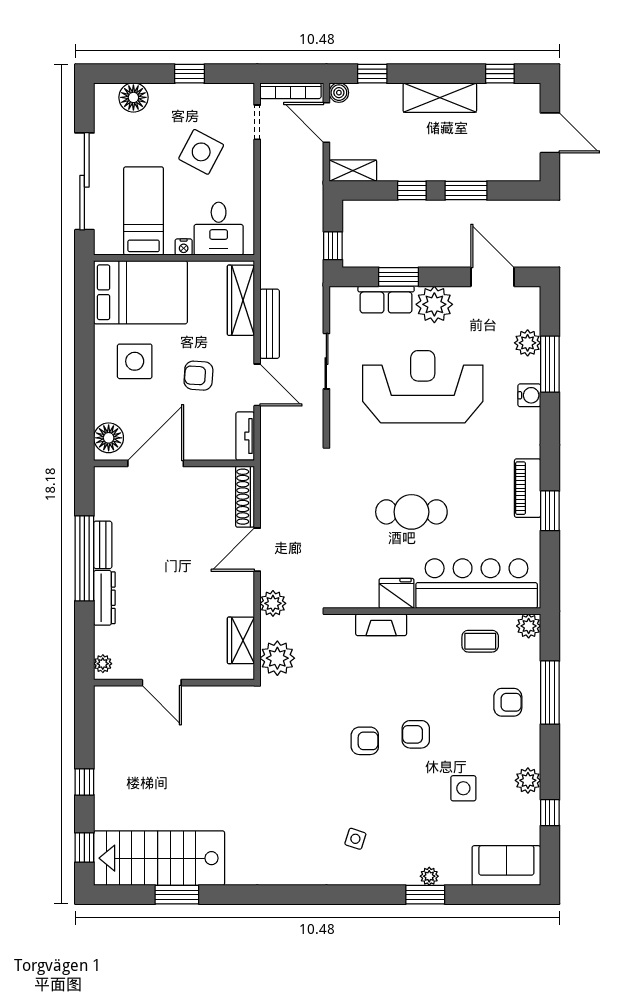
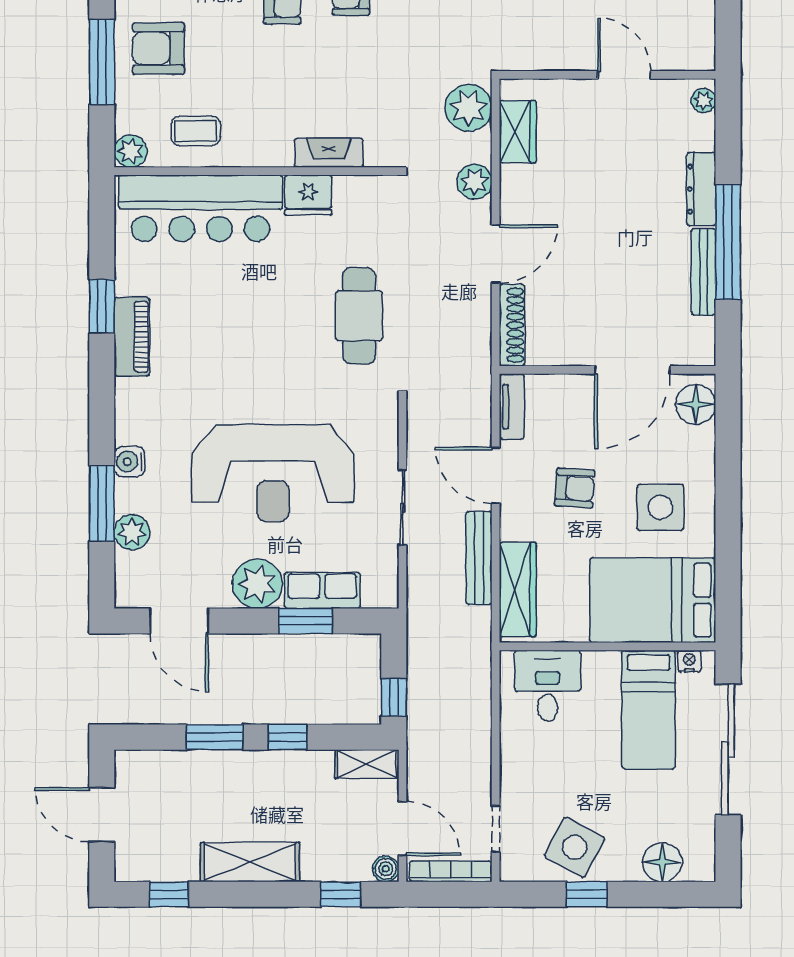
side table: (201, 152) -> (575, 847), moved
window: (333, 246) -> (394, 697), moved
nightstand: (184, 247) -> (689, 661), moved
cafe table: (411, 512) -> (359, 316), moved, turned 90
bench: (103, 545) -> (703, 272), width x1.36
armchair: (508, 702) -> (158, 49), width x1.38, depth x1.38

